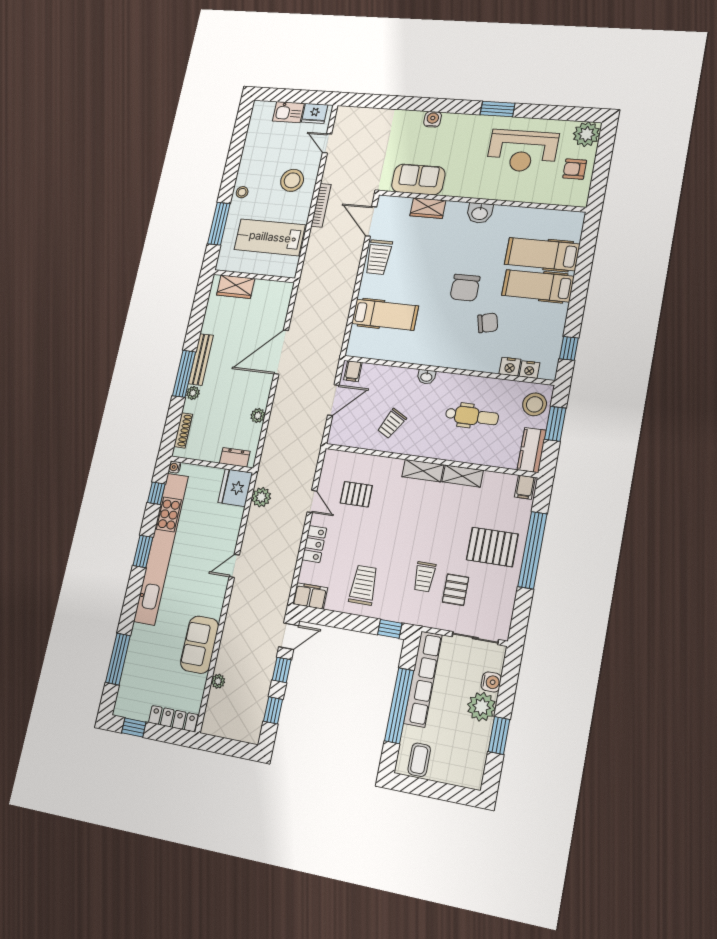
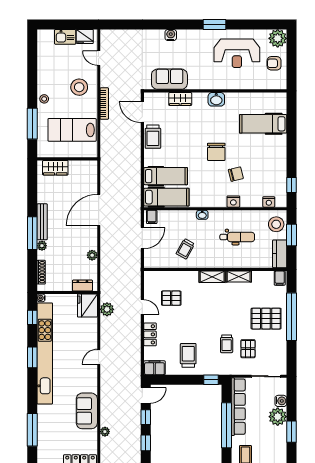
hospital bed: (538, 286) -> (166, 197), moved, turned 180
nightstand: (510, 367) -> (233, 202), moved

